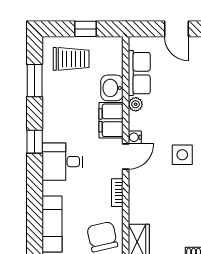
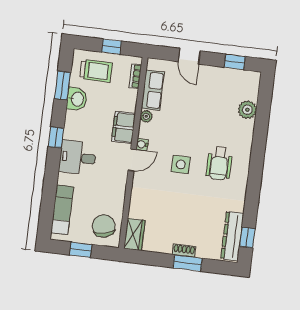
washbasin: (112, 88) -> (77, 99), moved, turned 180
bookcase: (117, 193) -> (135, 76), moved

